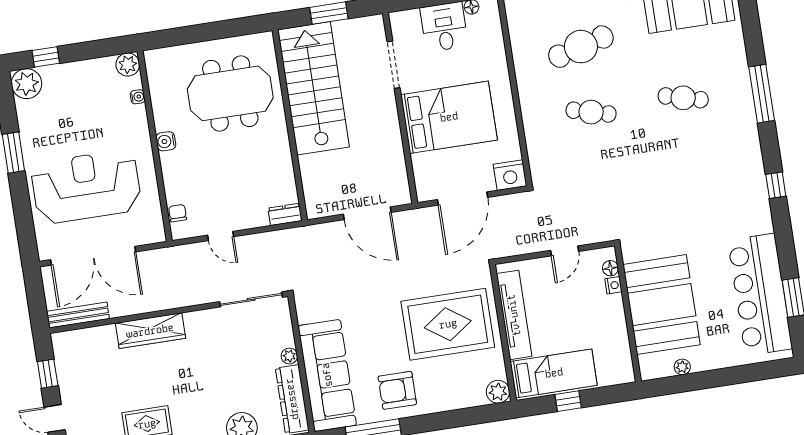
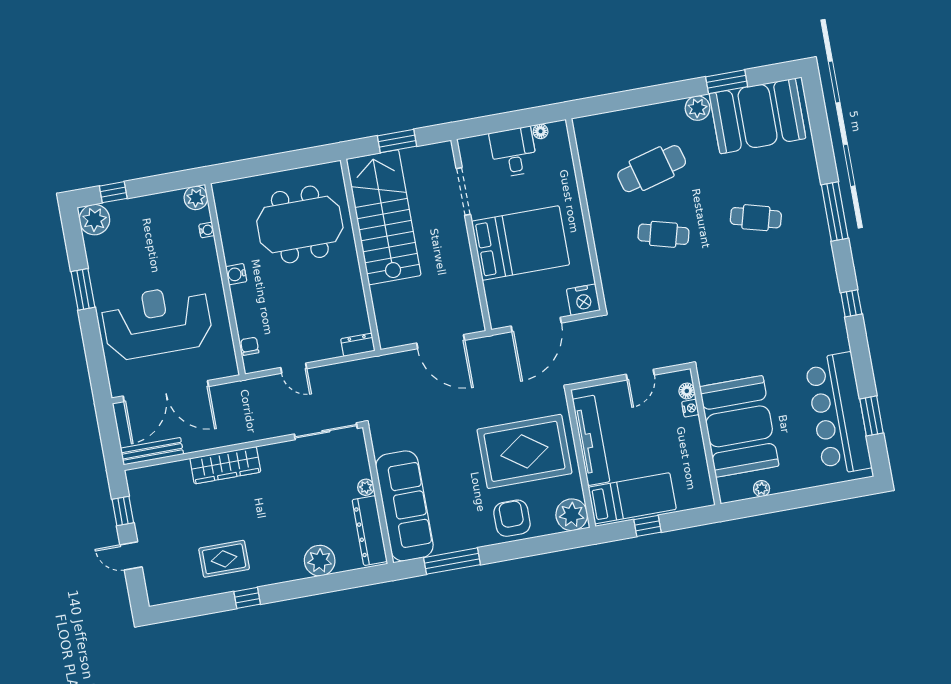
armchair: (397, 390) -> (512, 518), moved, turned 90
plant: (498, 392) -> (572, 515), width x1.36, depth x1.36

